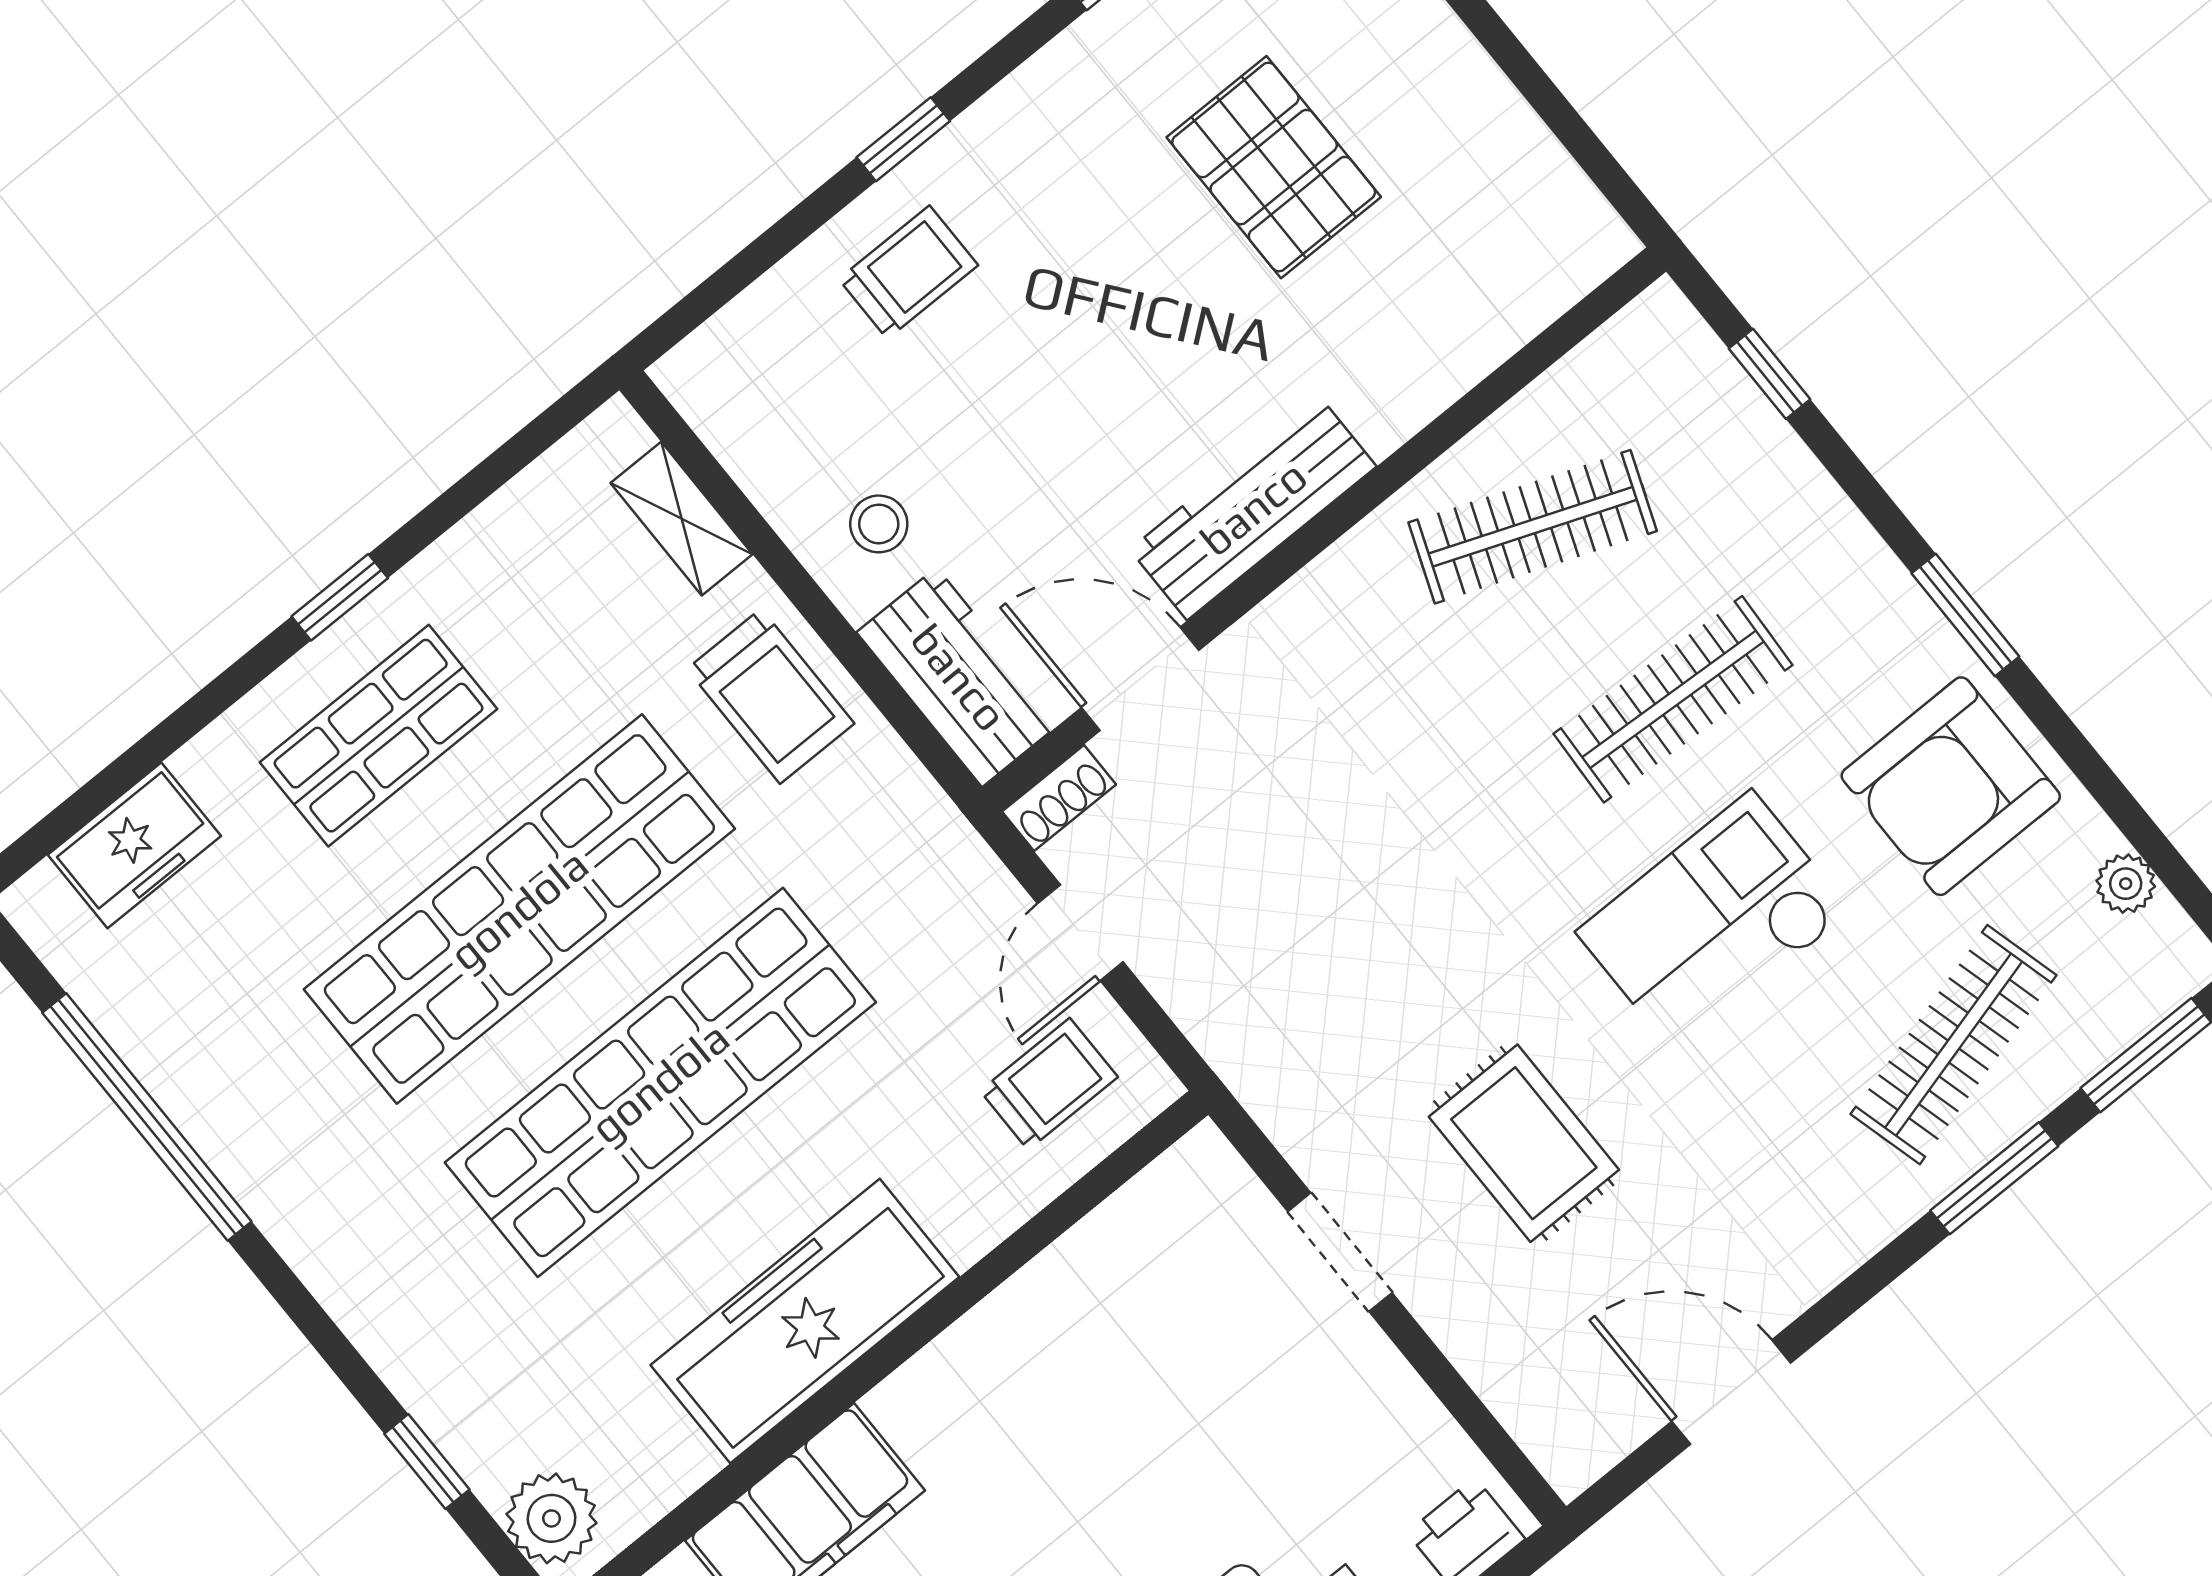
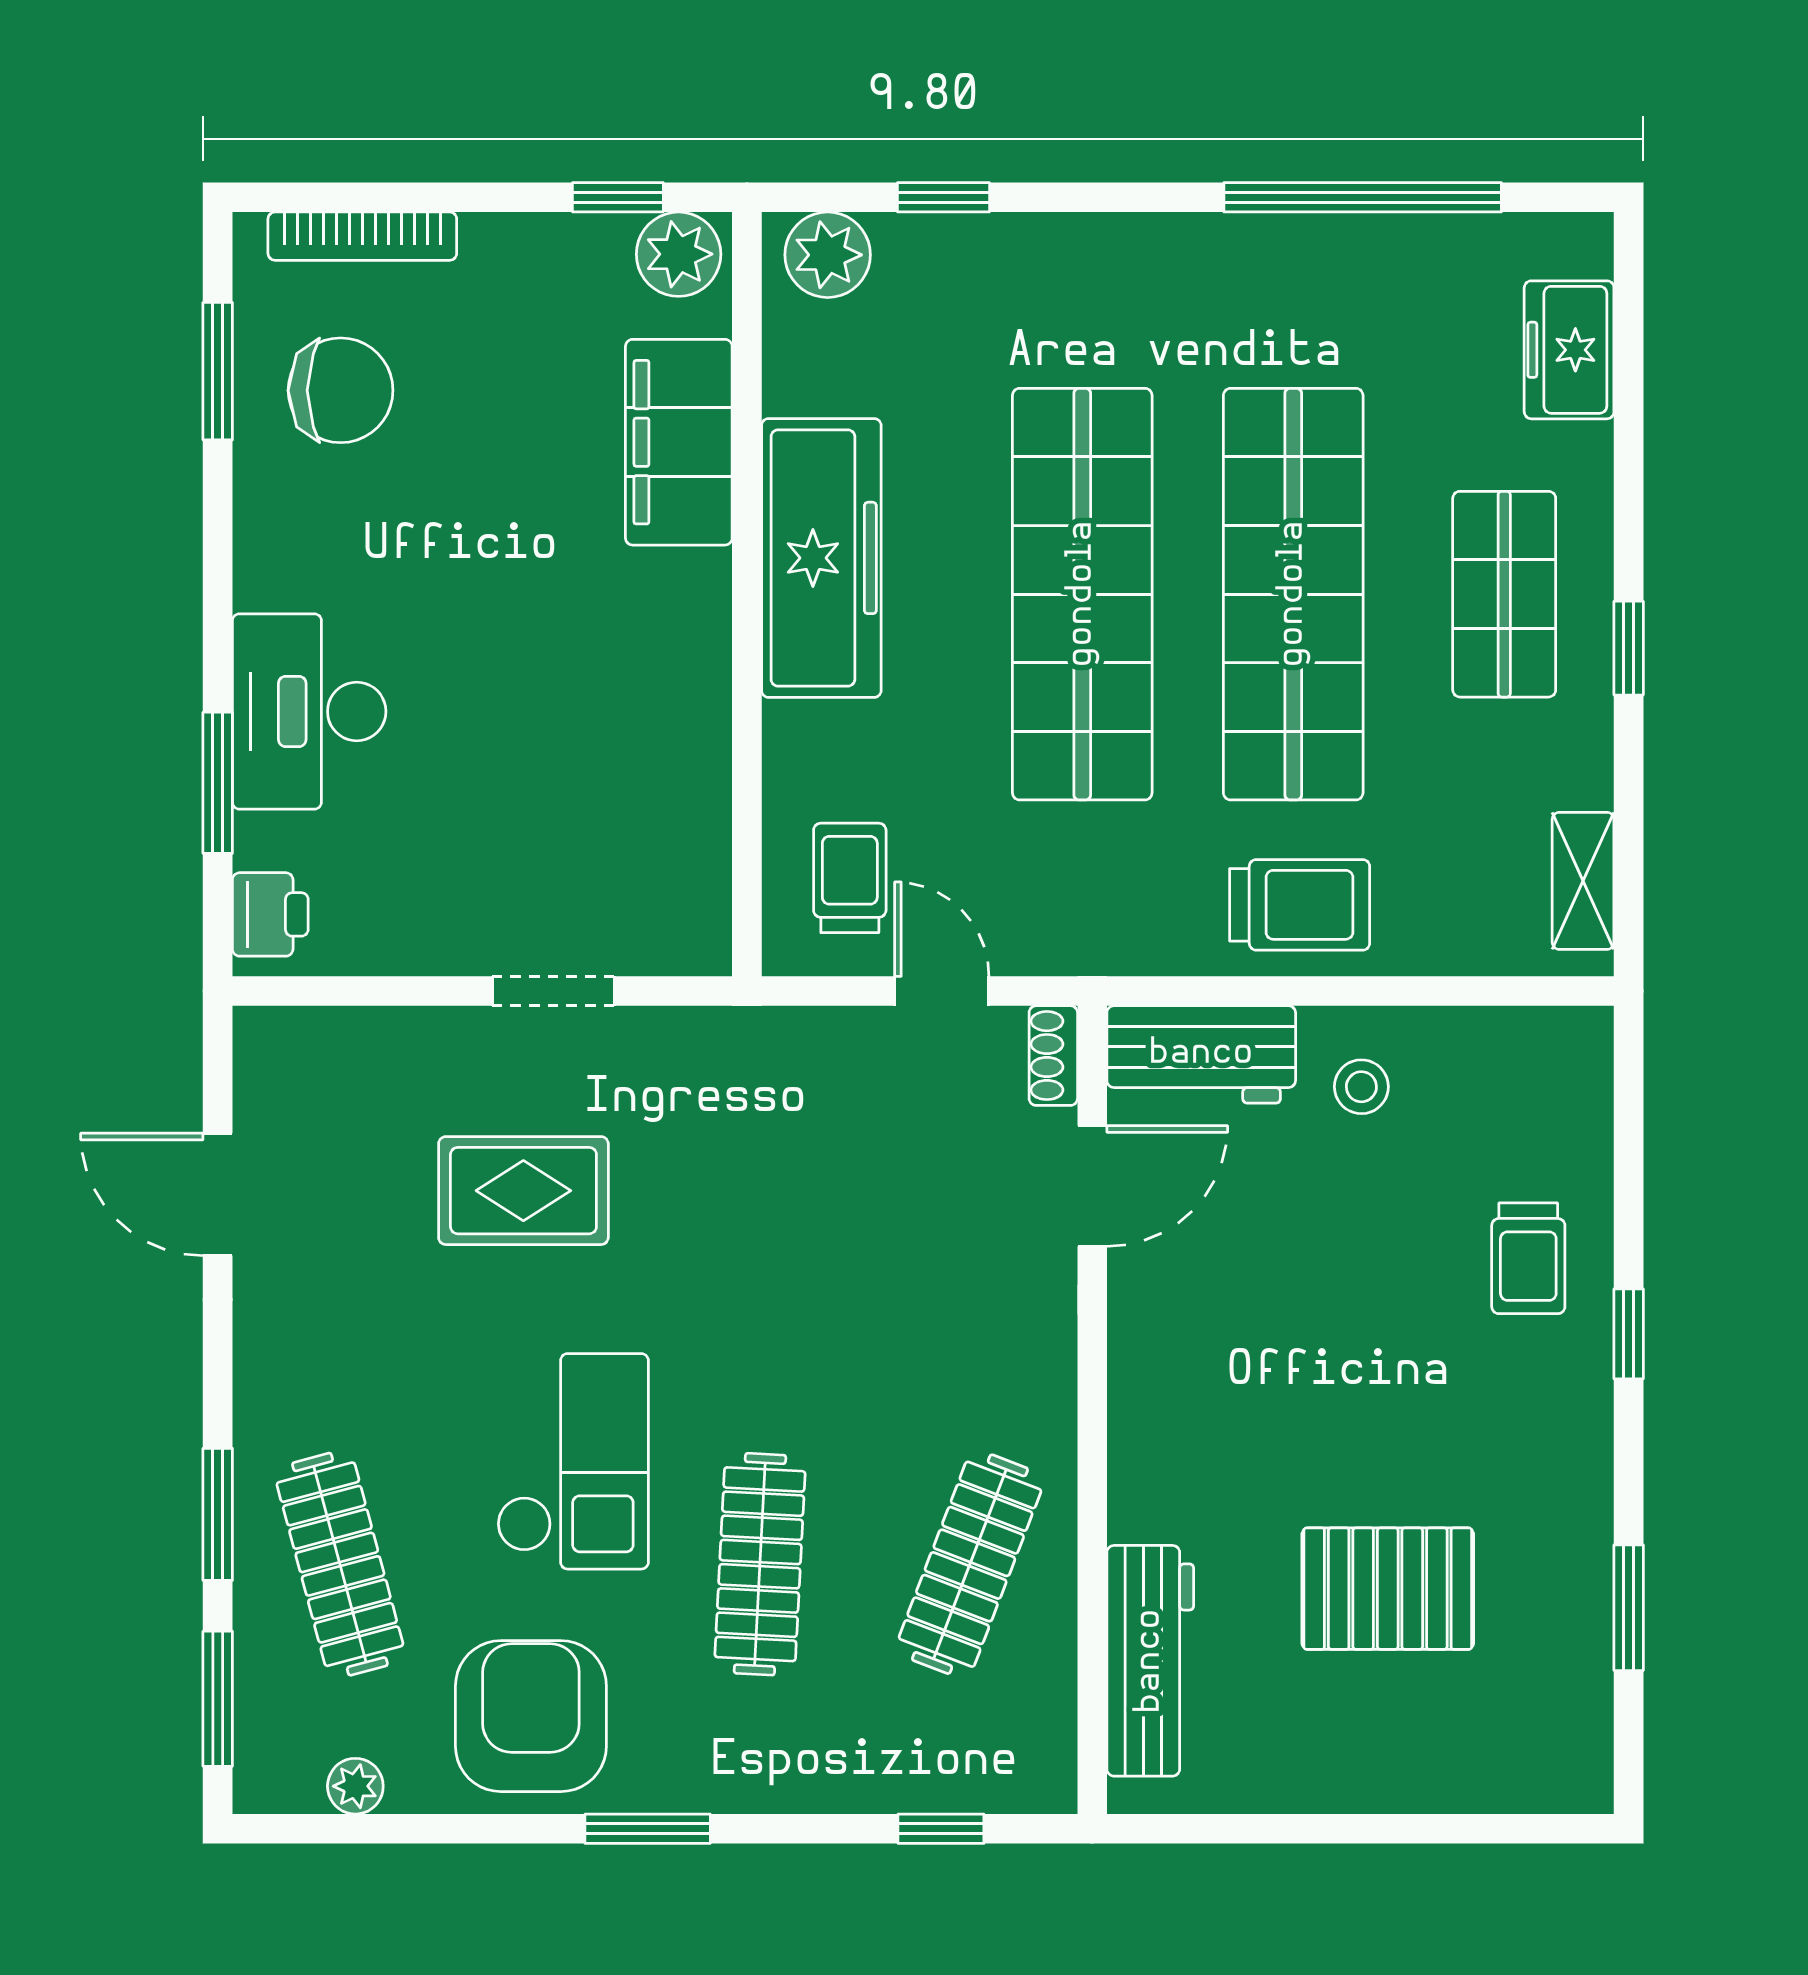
workbench: (1253, 508) -> (1150, 1661), moved
shelving: (682, 519) -> (1583, 881), moved, turned 90
trolley: (771, 696) -> (1300, 905), turned 180
trolley: (1049, 1084) -> (850, 878), turned 180
door: (1731, 1392) -> (218, 1194), swing flipped

